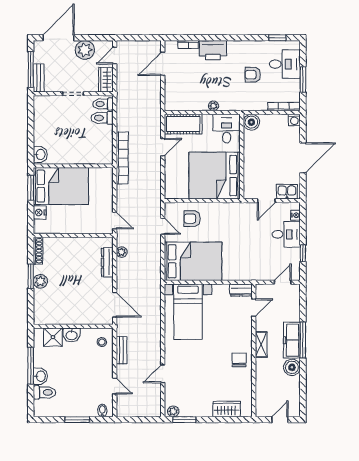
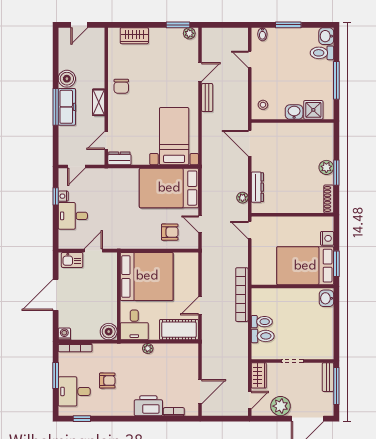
toilet: (103, 104) -> (262, 322), moved
nightstand: (295, 215) -> (63, 196), moved
bench: (122, 350) -> (207, 98), moved
washbasin: (40, 376) -> (326, 36), moved

